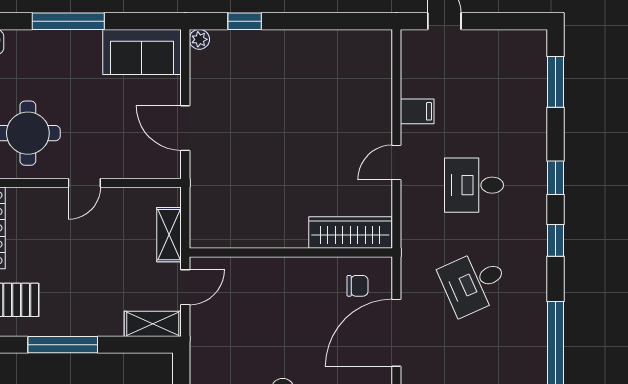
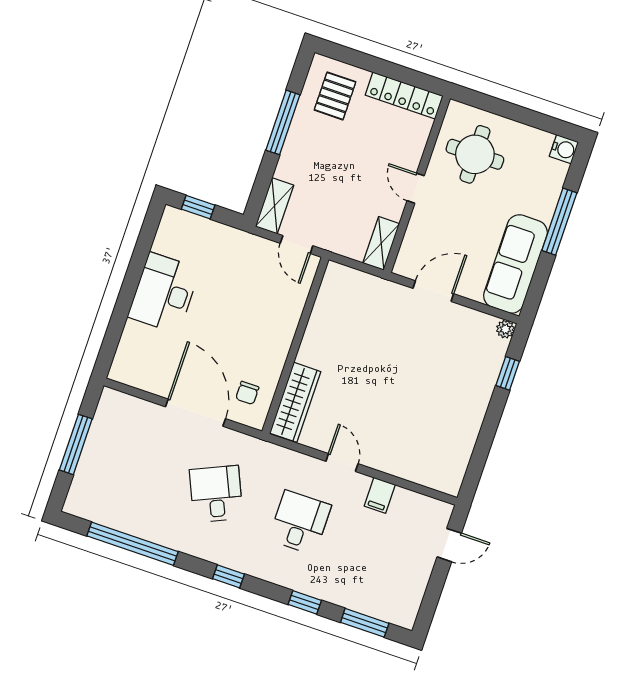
sofa: (142, 52) -> (515, 264), width x1.36
window: (555, 178) -> (305, 602), moved
shelving: (169, 235) -> (381, 243), moved, turned 90

